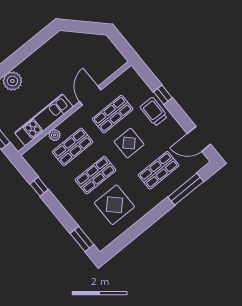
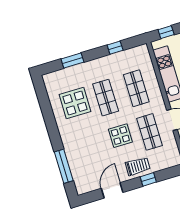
plant: (55, 135) -> (152, 78), removed
door: (199, 139) -> (112, 190), moved
shop shelf: (159, 170) -> (88, 151), removed
window: (82, 239) -> (72, 61), moved

